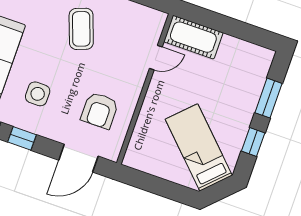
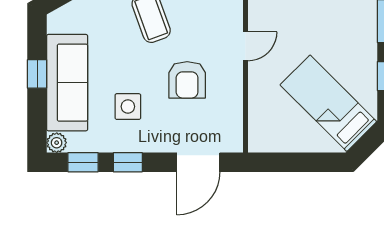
door: (156, 58) -> (246, 46), moved
armchair: (100, 110) -> (187, 80), moved

